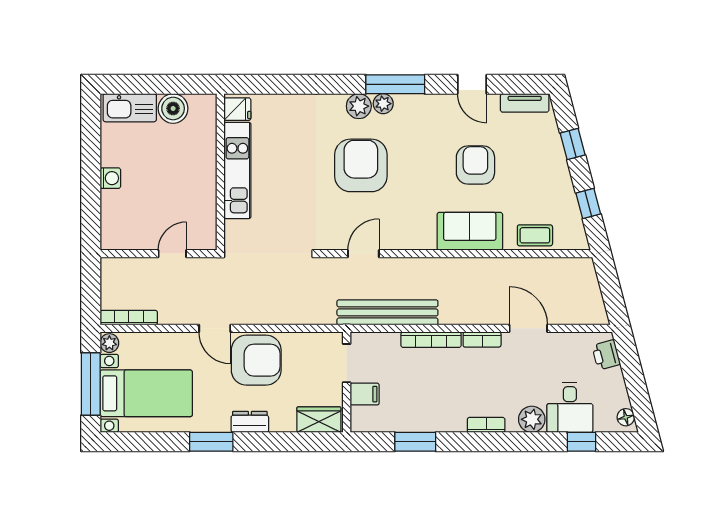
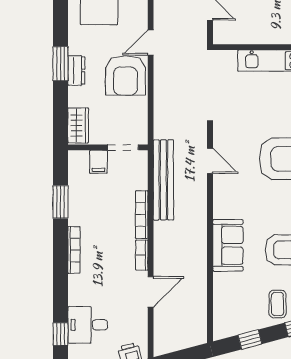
coffee table: (535, 235) -> (278, 304), moved
plant: (532, 419) -> (78, 295), removed
bookcase: (486, 425) -> (74, 250), width x1.56
window: (211, 442) -> (61, 64), moved

